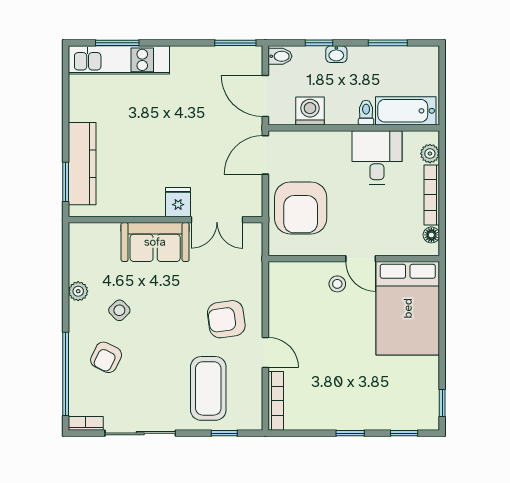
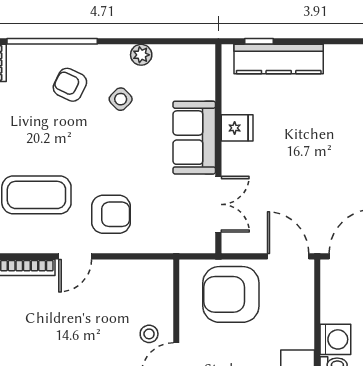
washing machine: (310, 111) -> (335, 339), moved
window: (66, 182) -> (259, 41), width x0.67
fridge: (178, 202) -> (237, 128), moved
double door: (217, 220) -> (218, 204), swing flipped
armchair: (226, 319) -> (111, 214), turned 98

